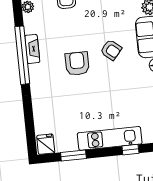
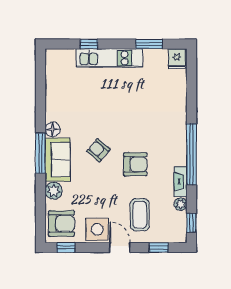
fireplace: (32, 49) -> (180, 182), moved
armchair: (77, 64) -> (135, 164), moved, turned -90

